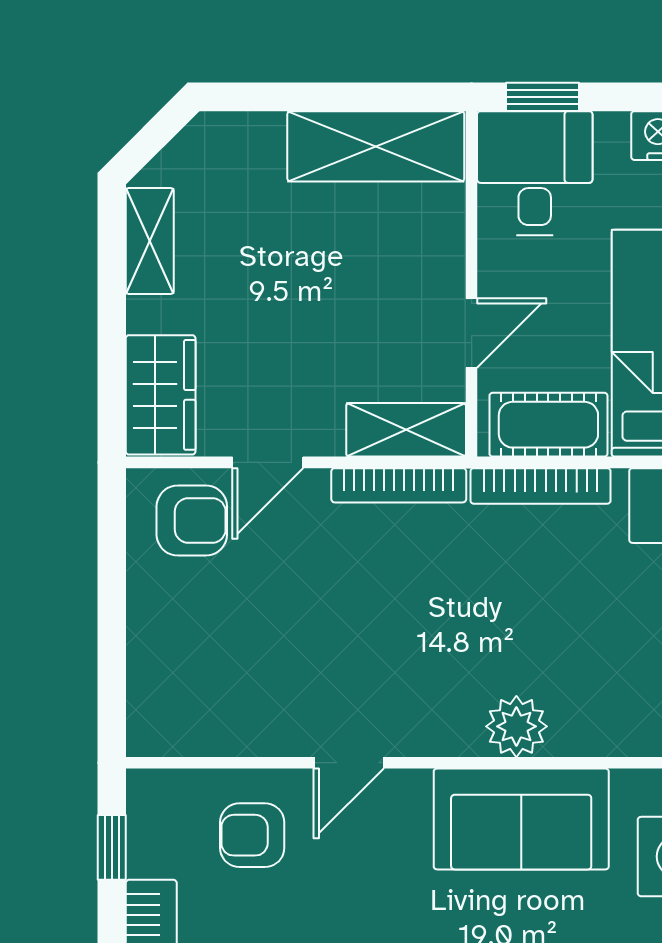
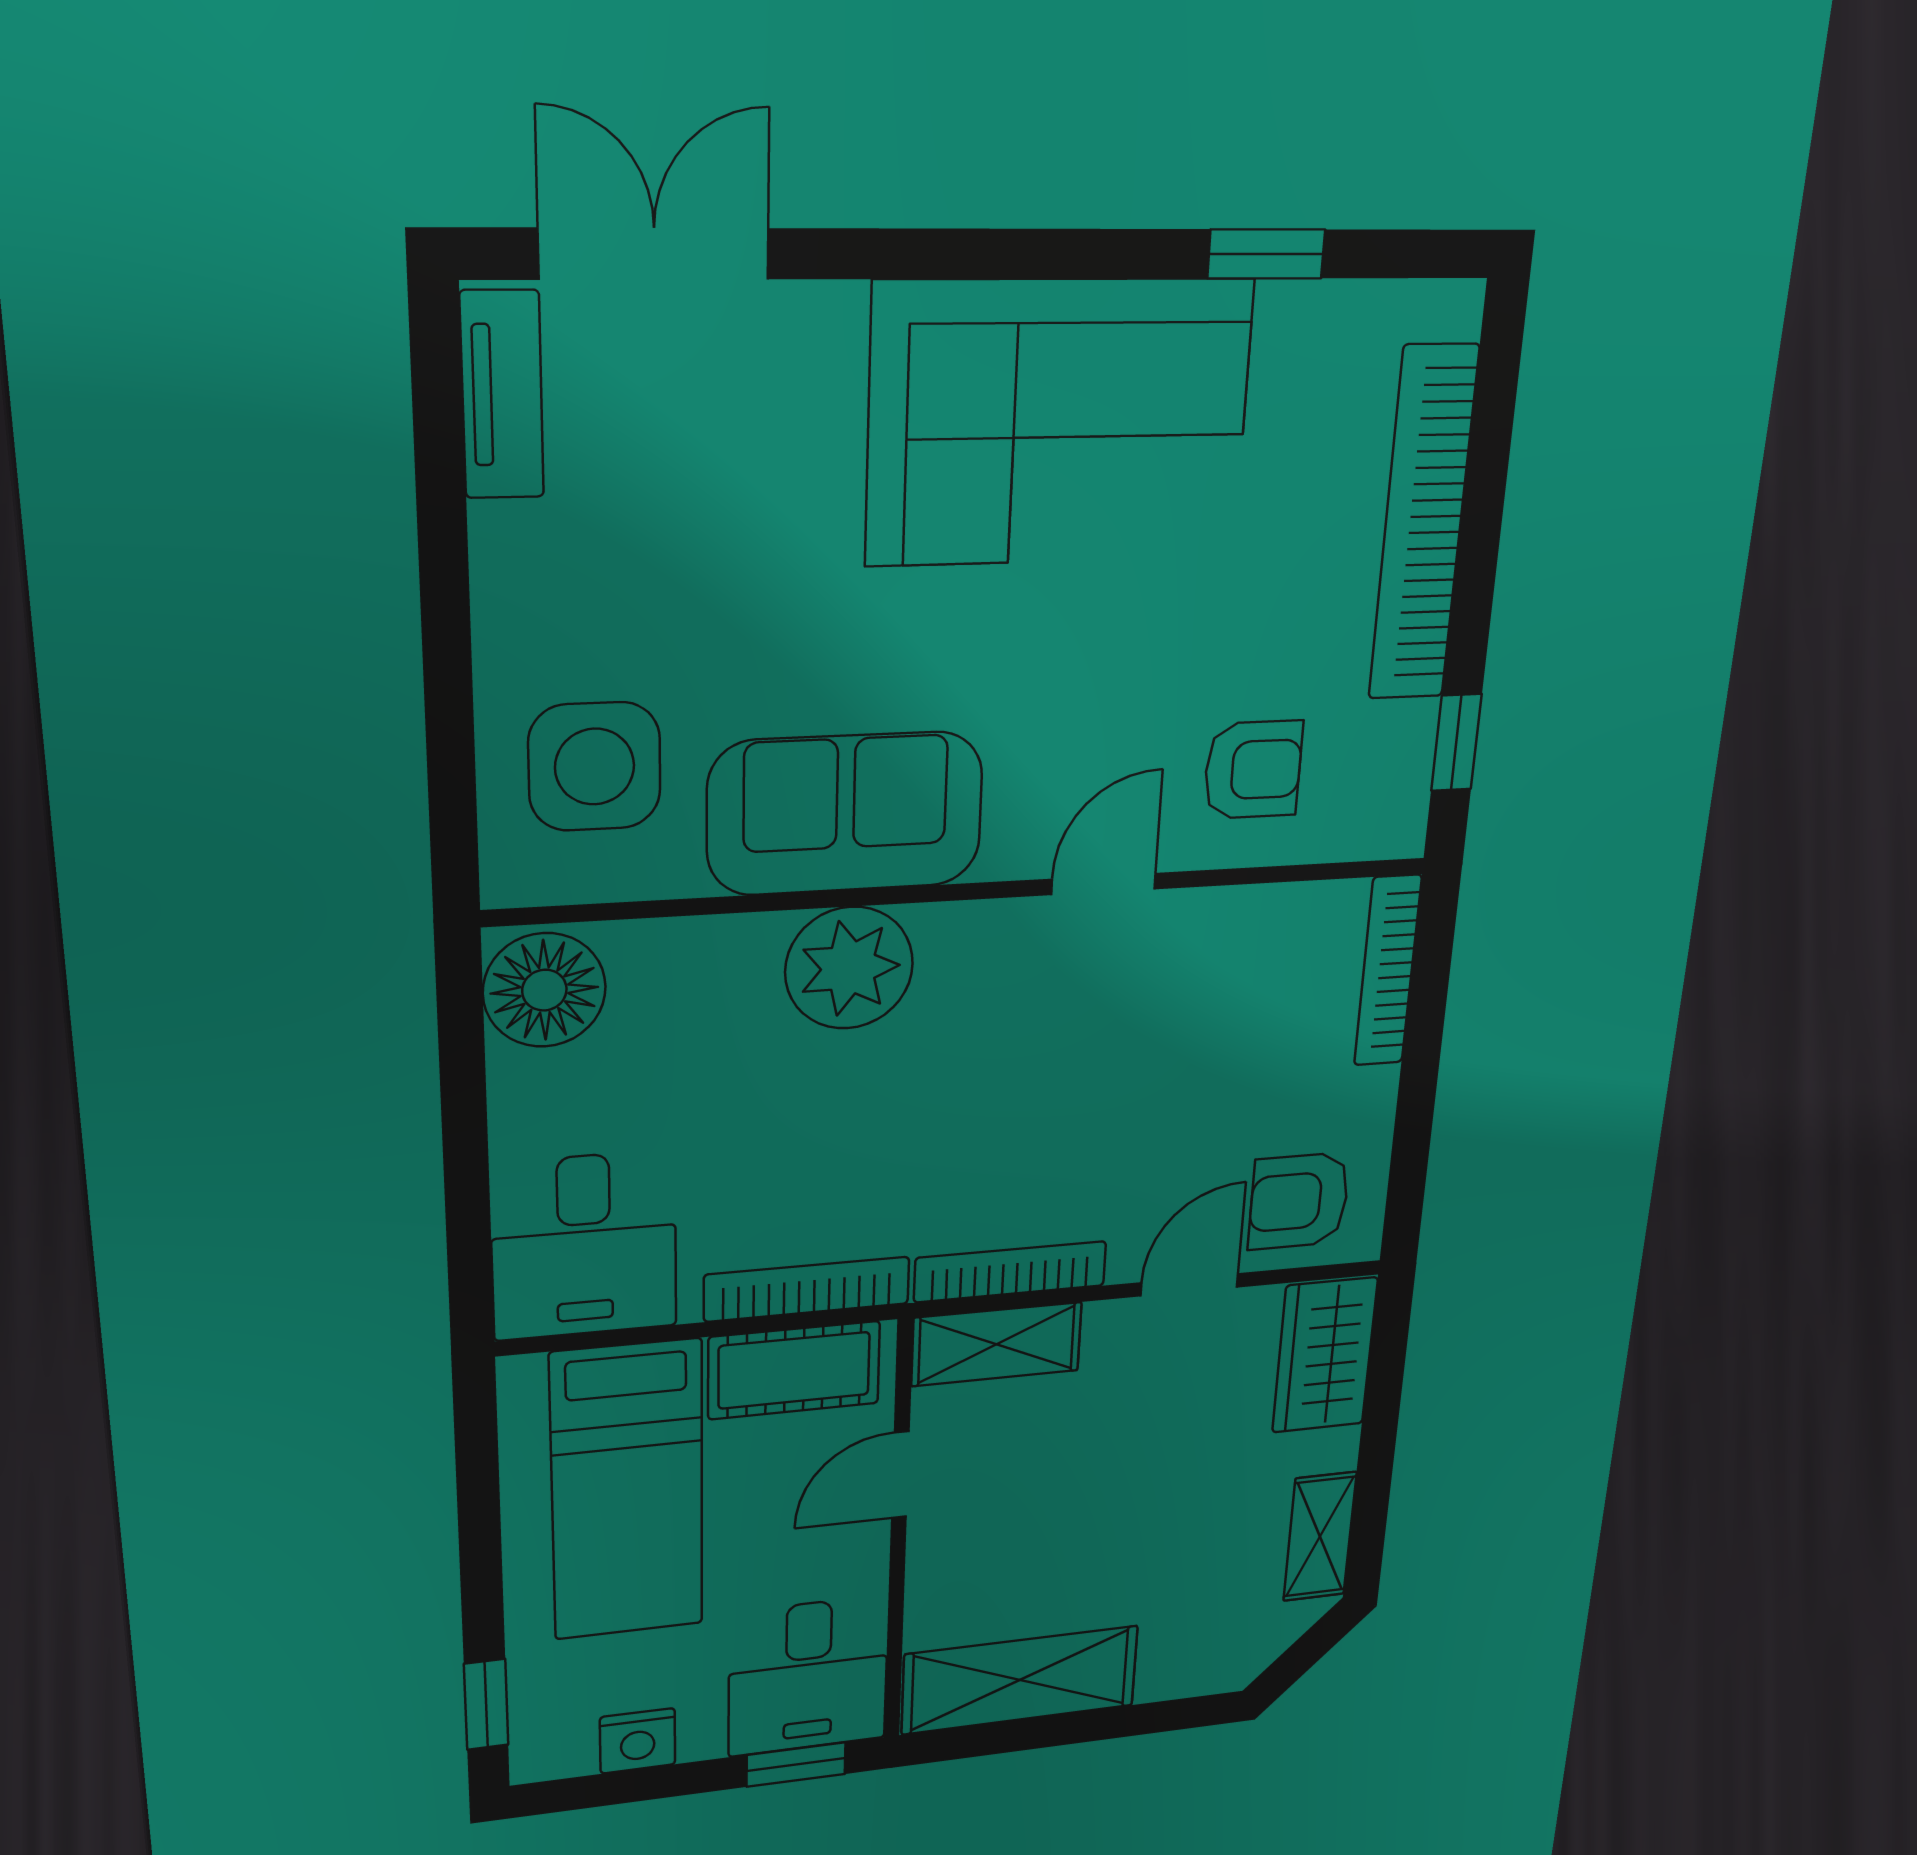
bookcase: (143, 689) -> (1388, 971), added
plant: (516, 726) -> (849, 968), width x1.36, depth x1.36

